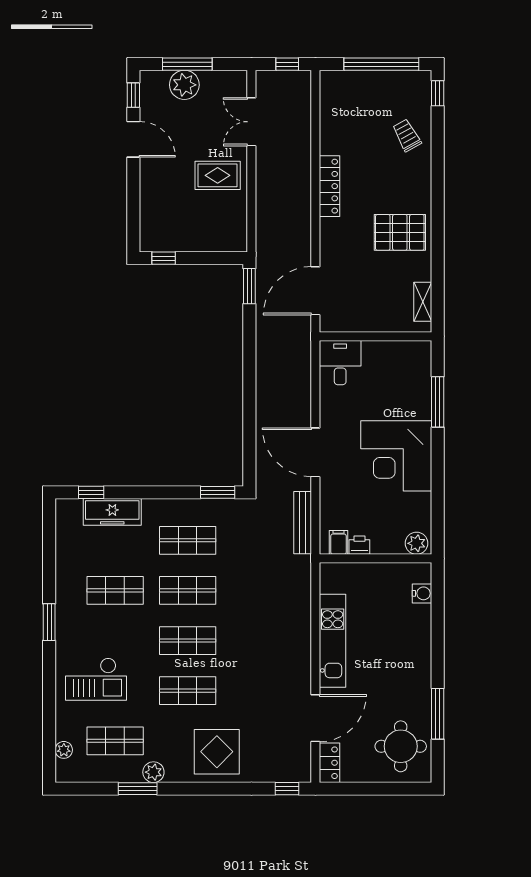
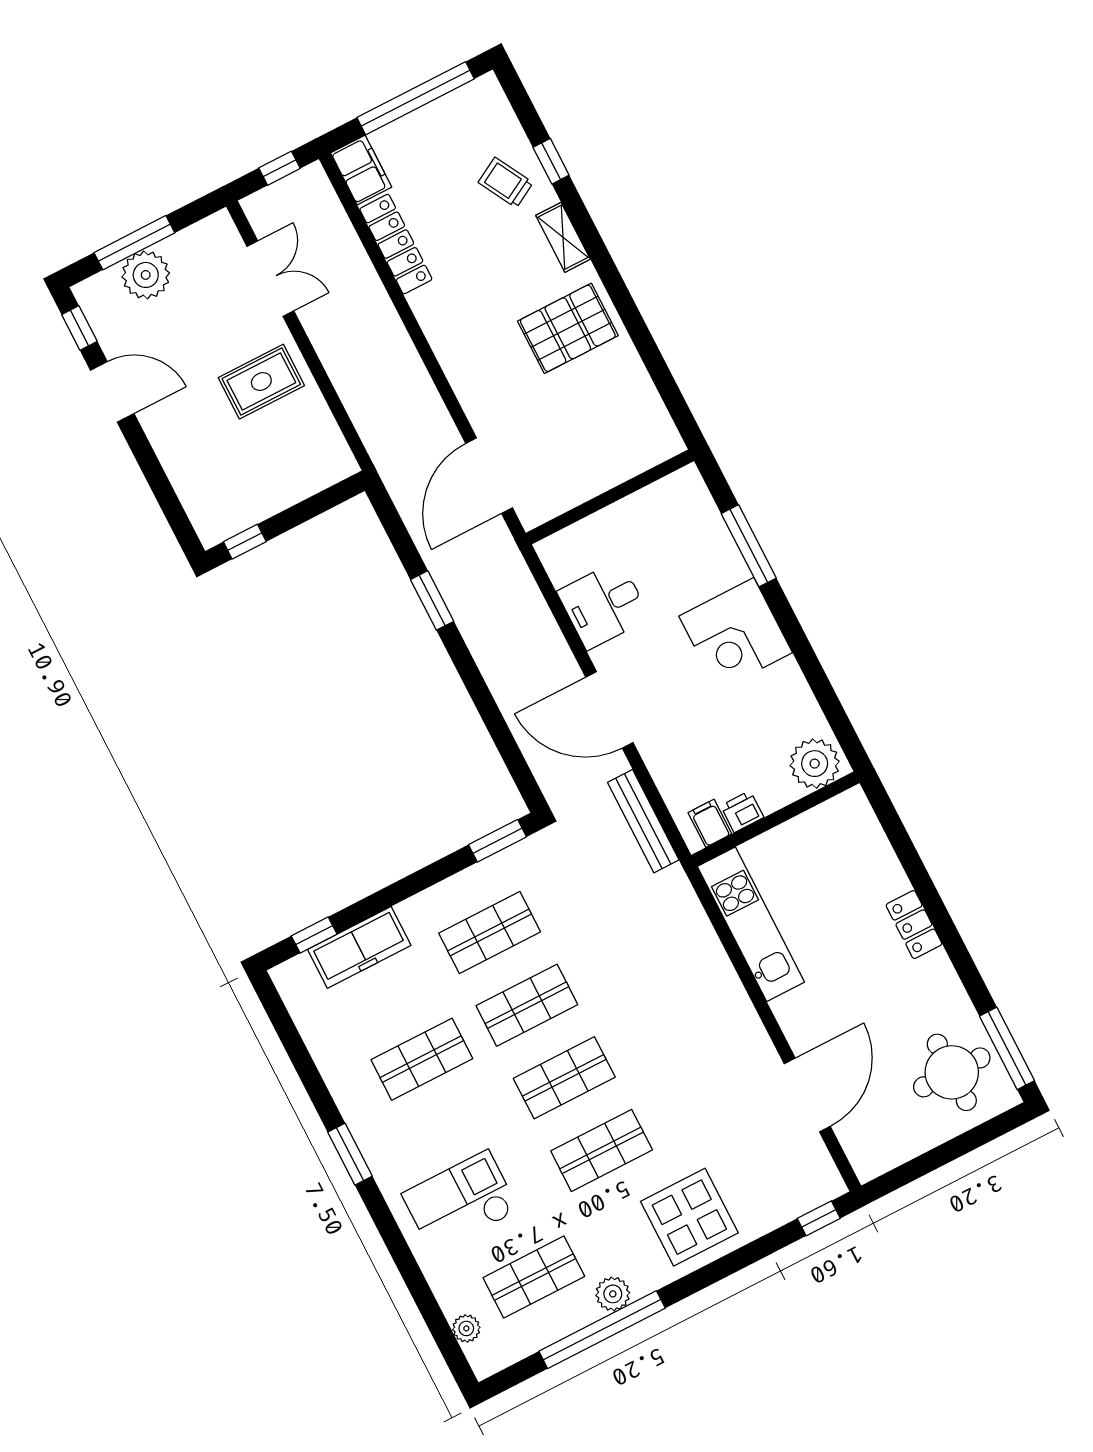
filing cabinet: (331, 88) -> (361, 170), added
window: (438, 93) -> (551, 161), moved
double door: (251, 122) -> (270, 279), swing flipped
locker: (330, 186) -> (396, 244), moved
window: (249, 286) -> (432, 600), moved
shelving: (423, 302) -> (563, 237), moved
desk: (340, 363) -> (604, 605), moved, turned -90
corner desk: (396, 456) -> (736, 634), width x0.74, depth x0.74
plant: (417, 543) -> (815, 764), width x1.36, depth x1.36
water cooler: (422, 593) -> (869, 835), removed
kitchen unit: (333, 641) -> (751, 924), moved
checkout: (96, 679) -> (460, 1202), turned 180
window: (438, 714) -> (1007, 1048), moved
locker: (330, 763) -> (914, 925), moved, turned 180
window: (138, 789) -> (602, 1330), width x2.11

